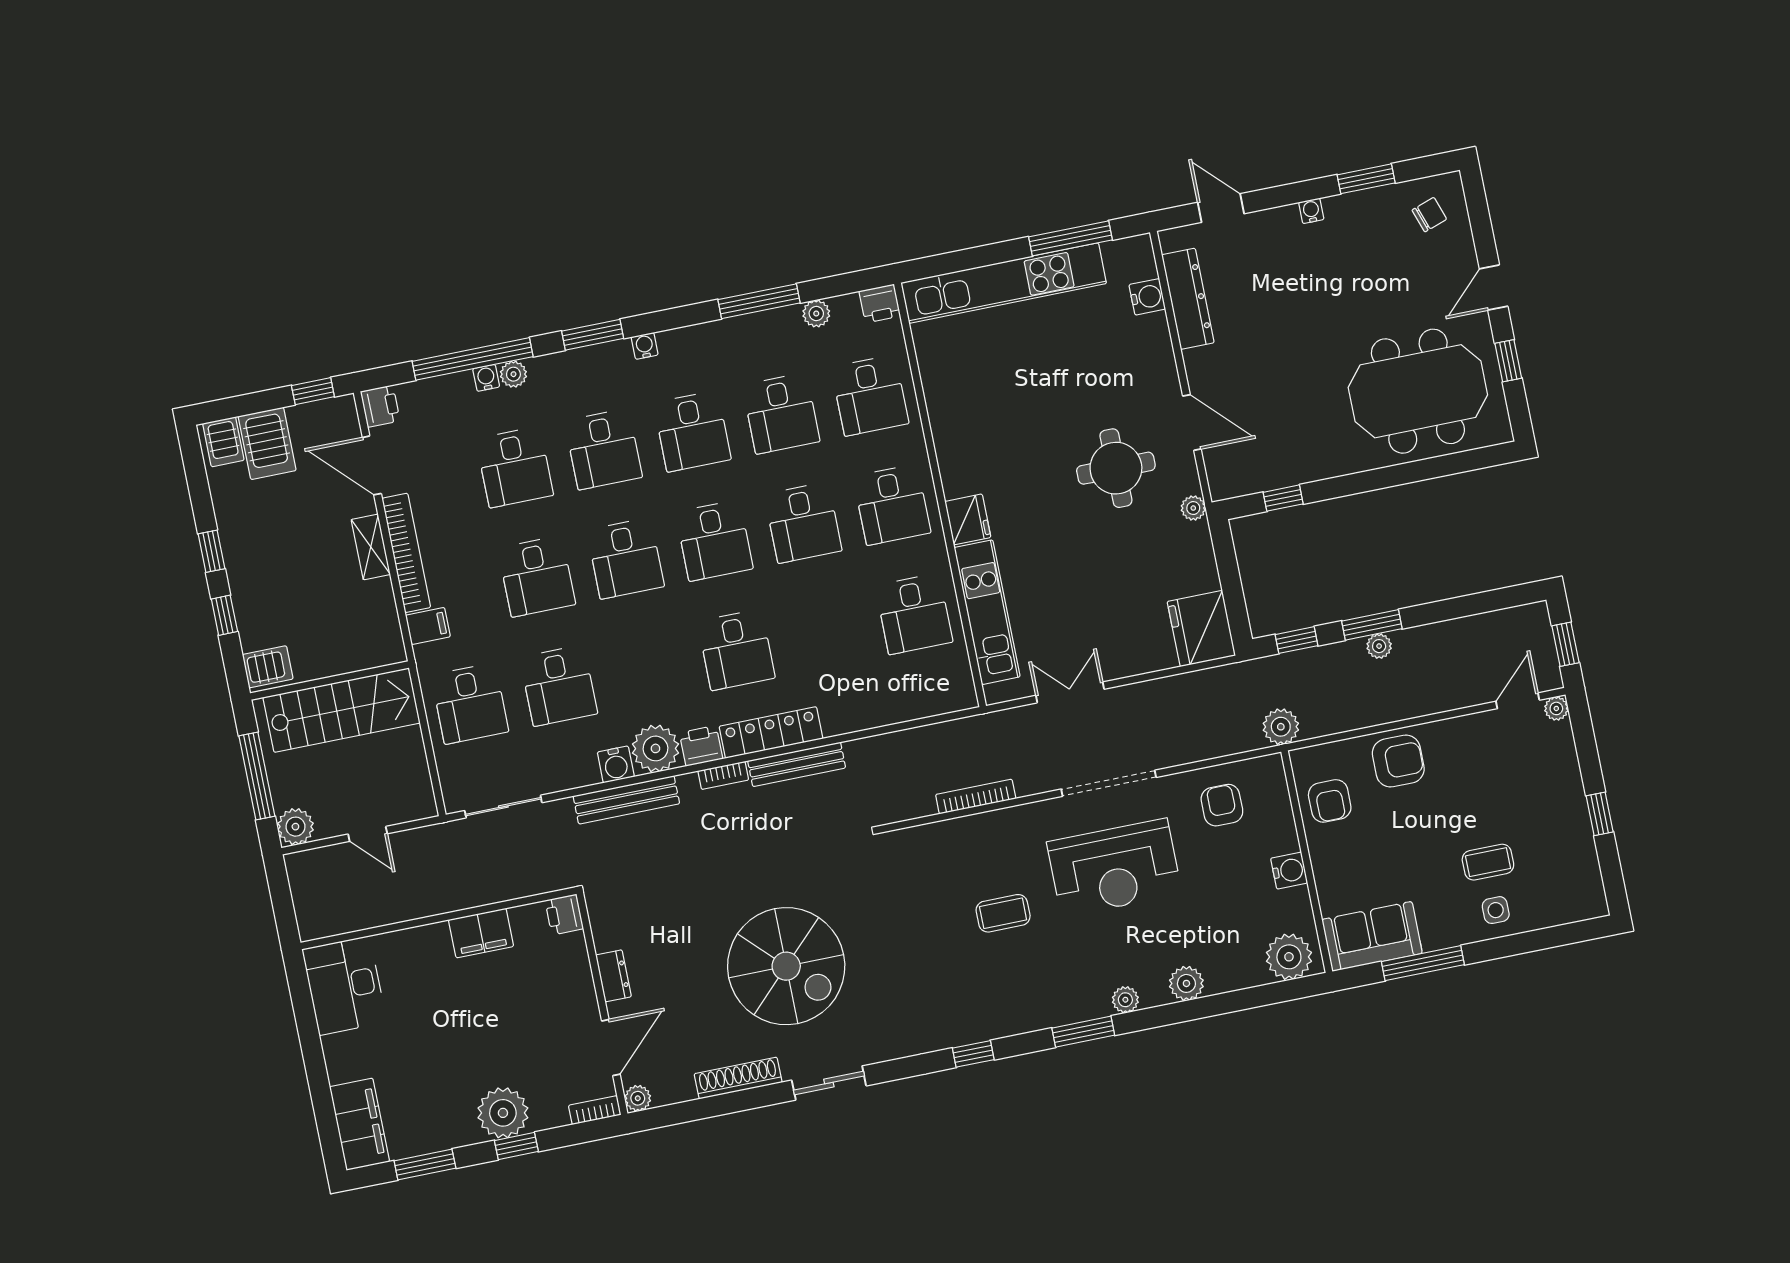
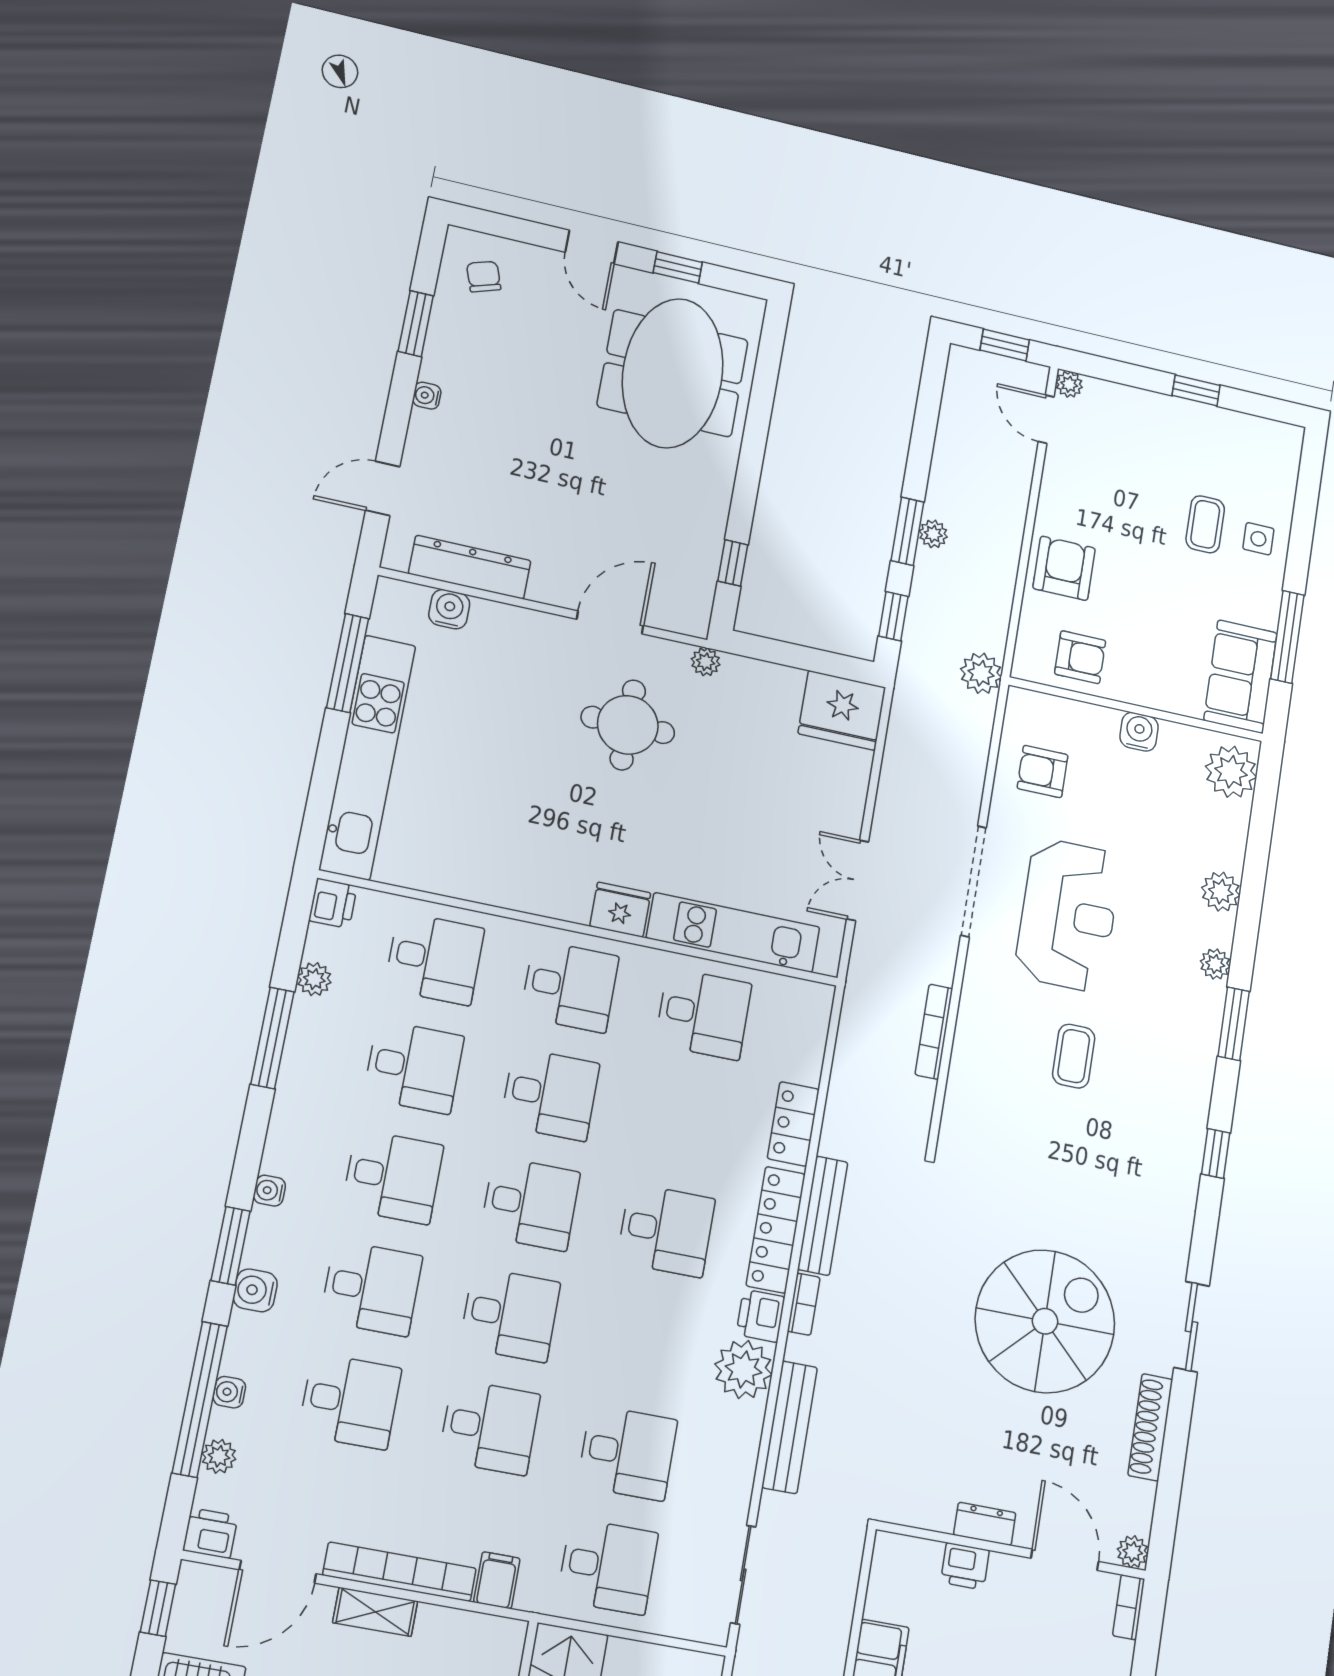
plant: (513, 374) -> (219, 1456), moved
locker: (858, 715) -> (793, 1124), added
water cooler: (616, 764) -> (255, 1290), moved, turned 180
printer: (564, 915) -> (965, 1566), moved

